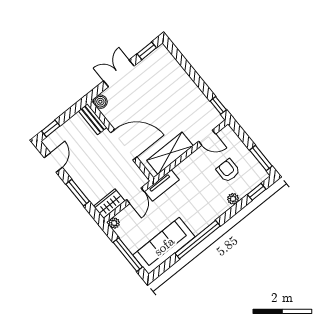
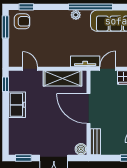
freezer: (192, 95) -> (17, 105), added
armchair: (228, 171) -> (22, 21), moved, turned -90
plant: (233, 199) -> (76, 15), moved

